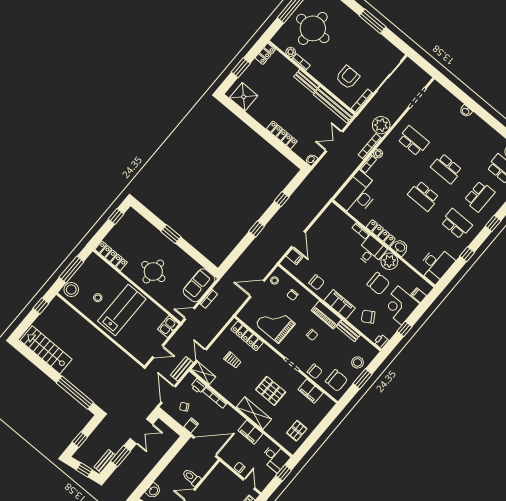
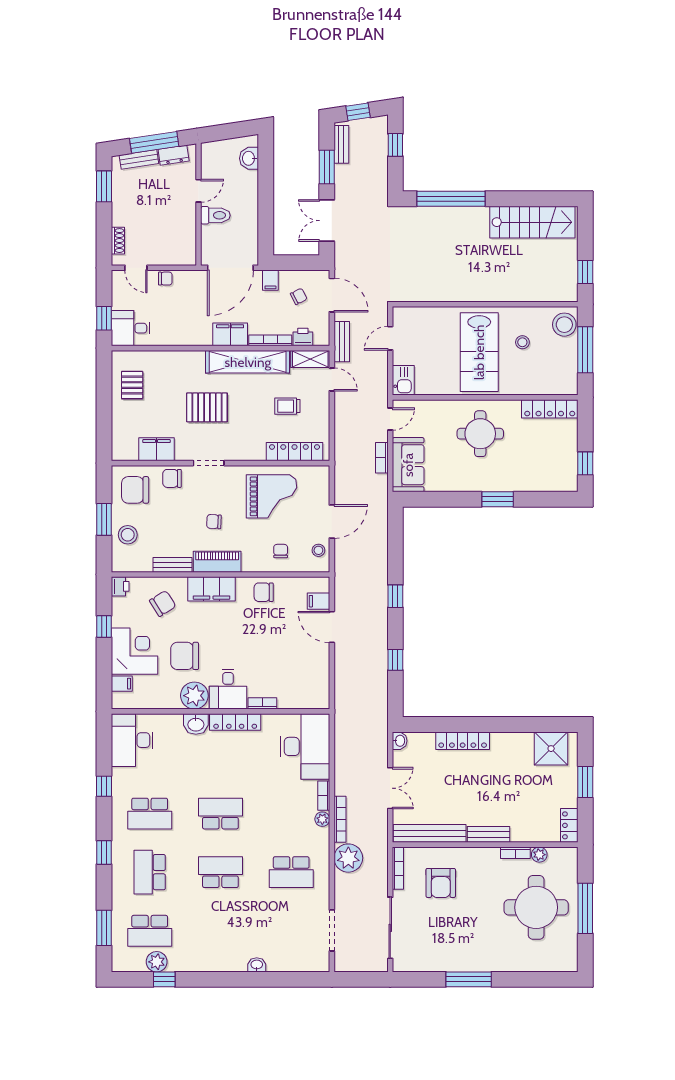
shelving: (254, 413) -> (248, 362), moved, width x1.47
filing cabinet: (250, 432) -> (230, 334), moved

